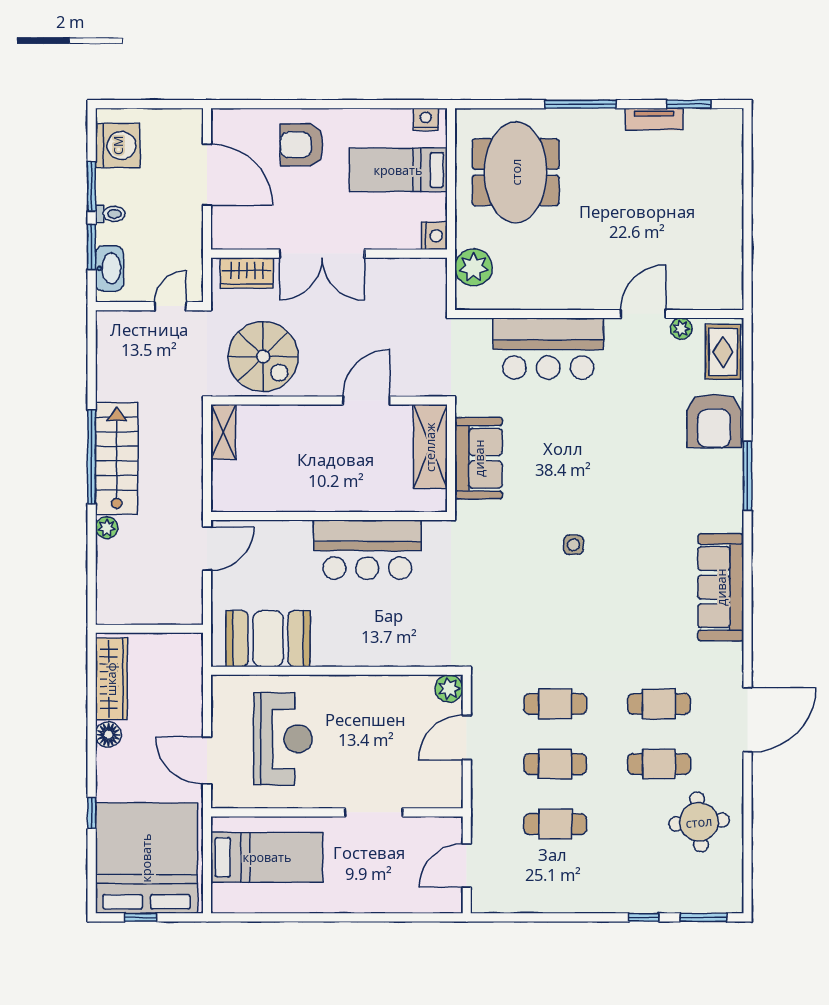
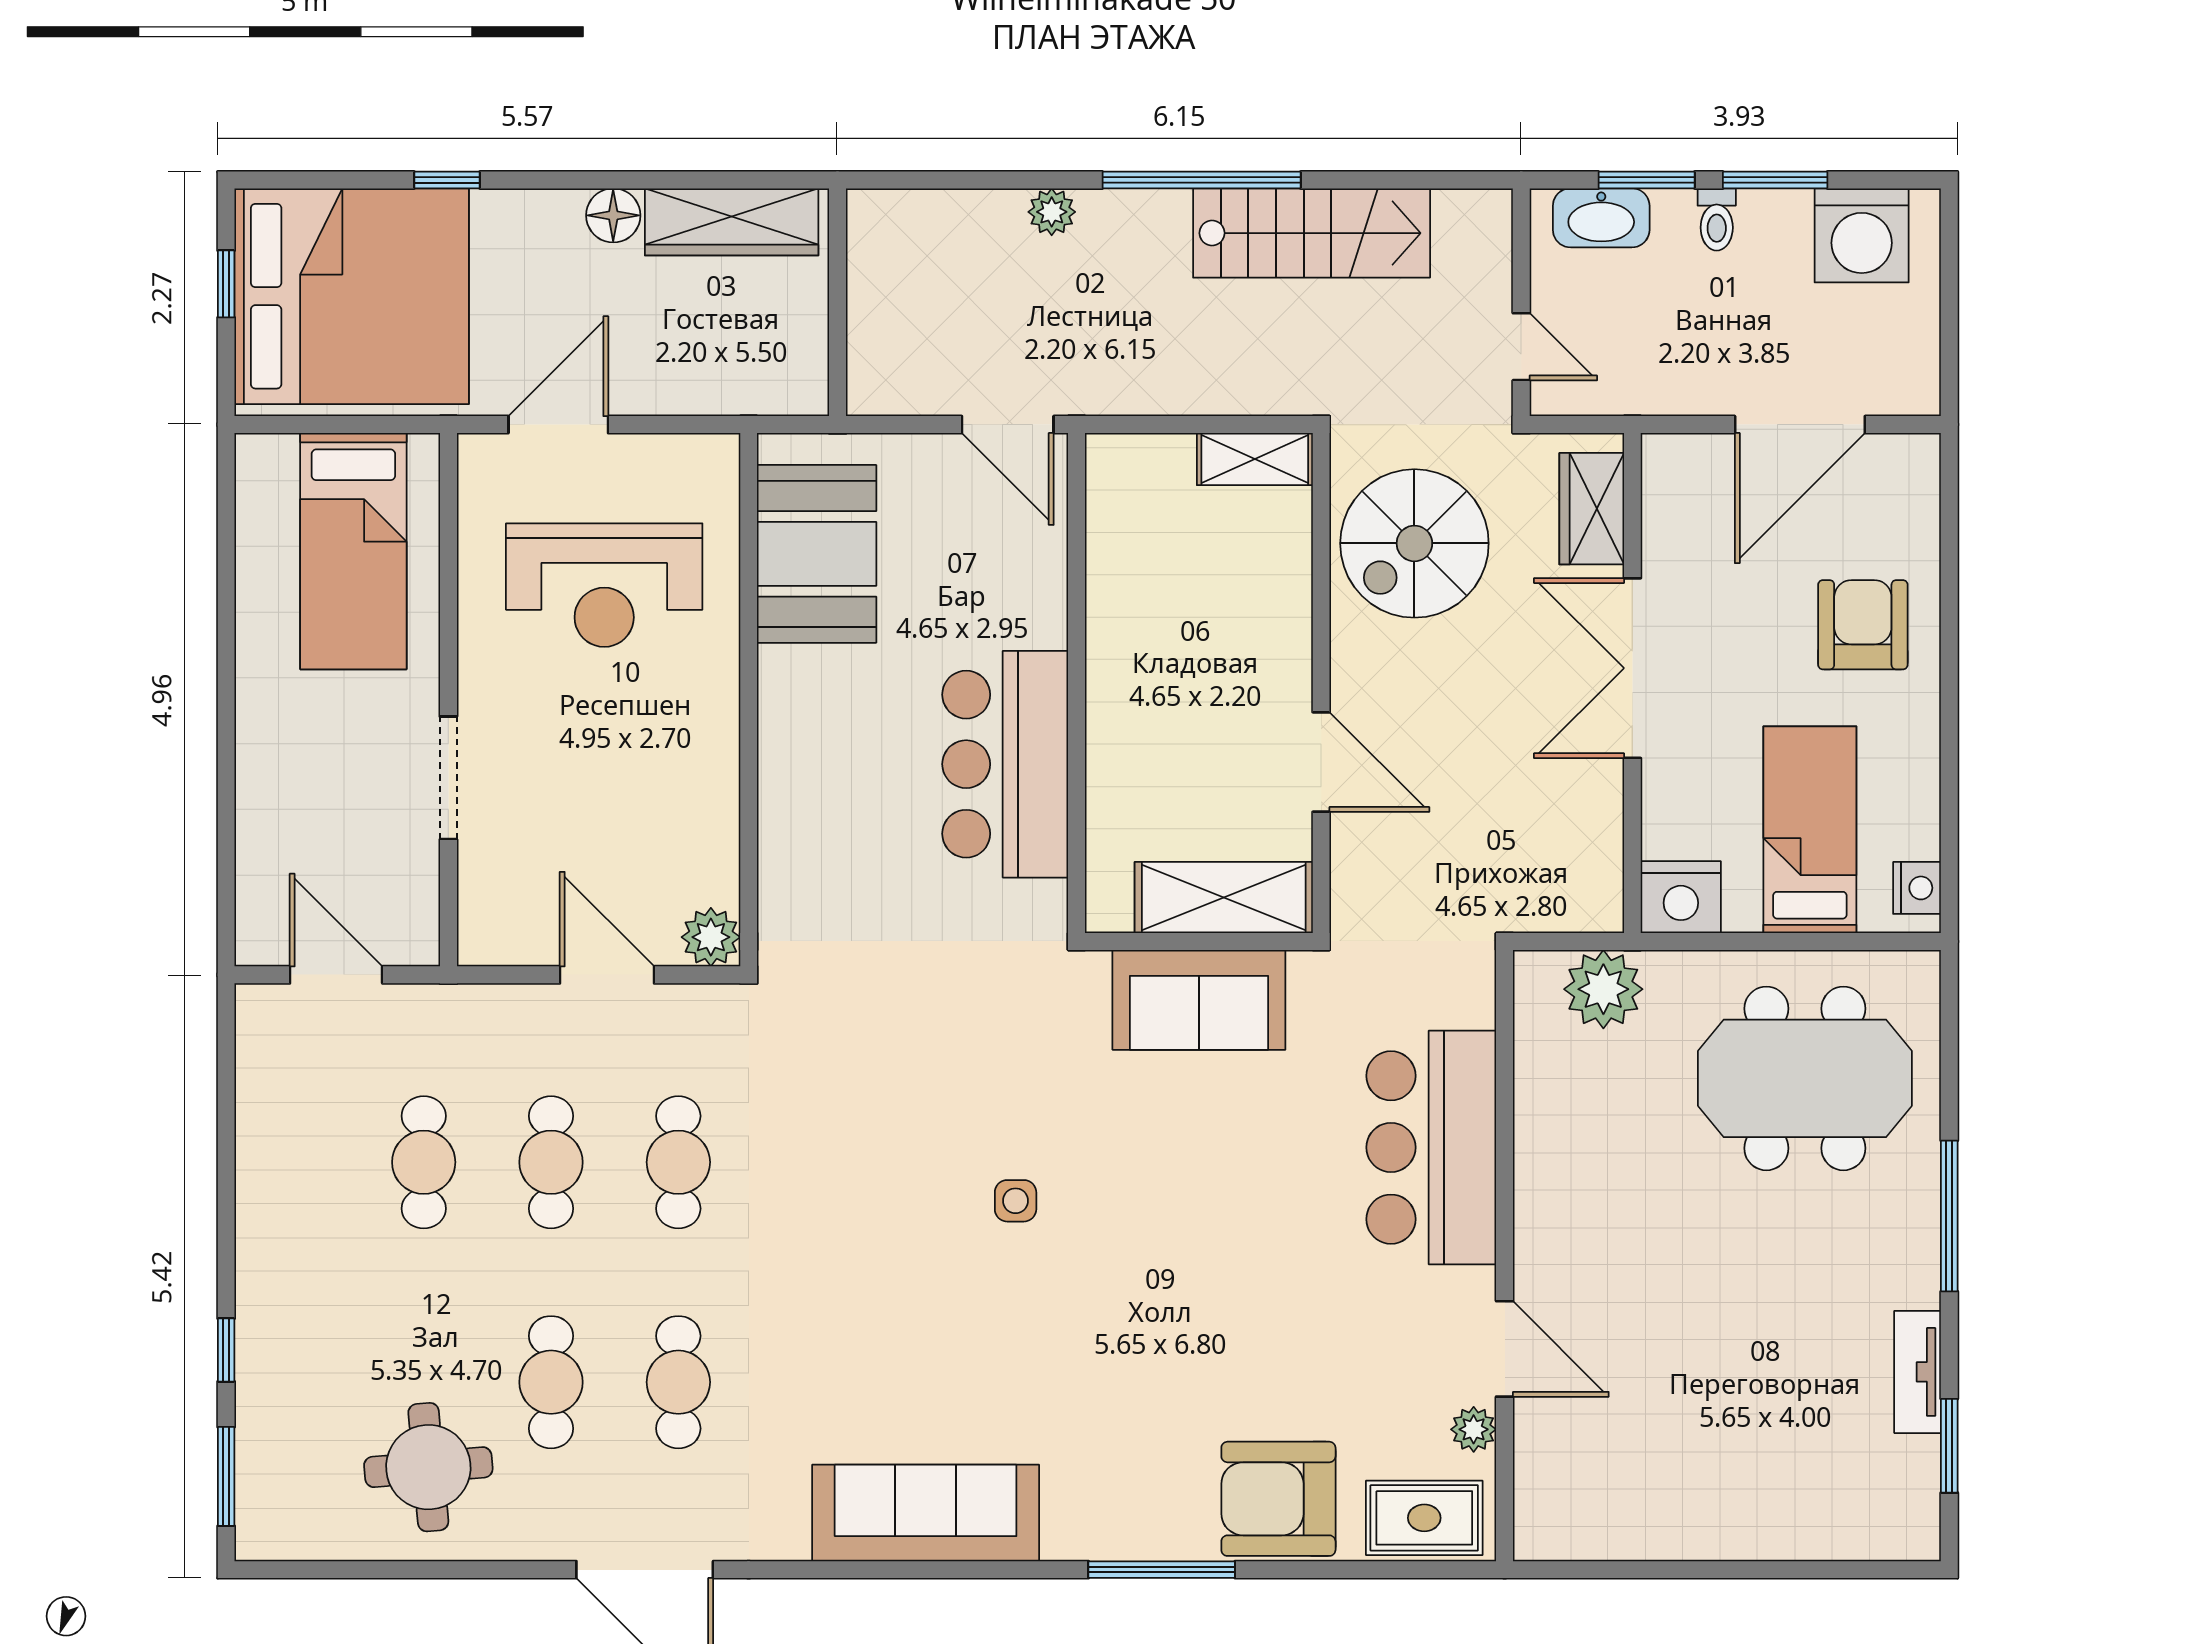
nightstand: (434, 236) -> (1681, 897), width x1.36, depth x1.33
stairs: (117, 459) -> (1312, 233), moved

